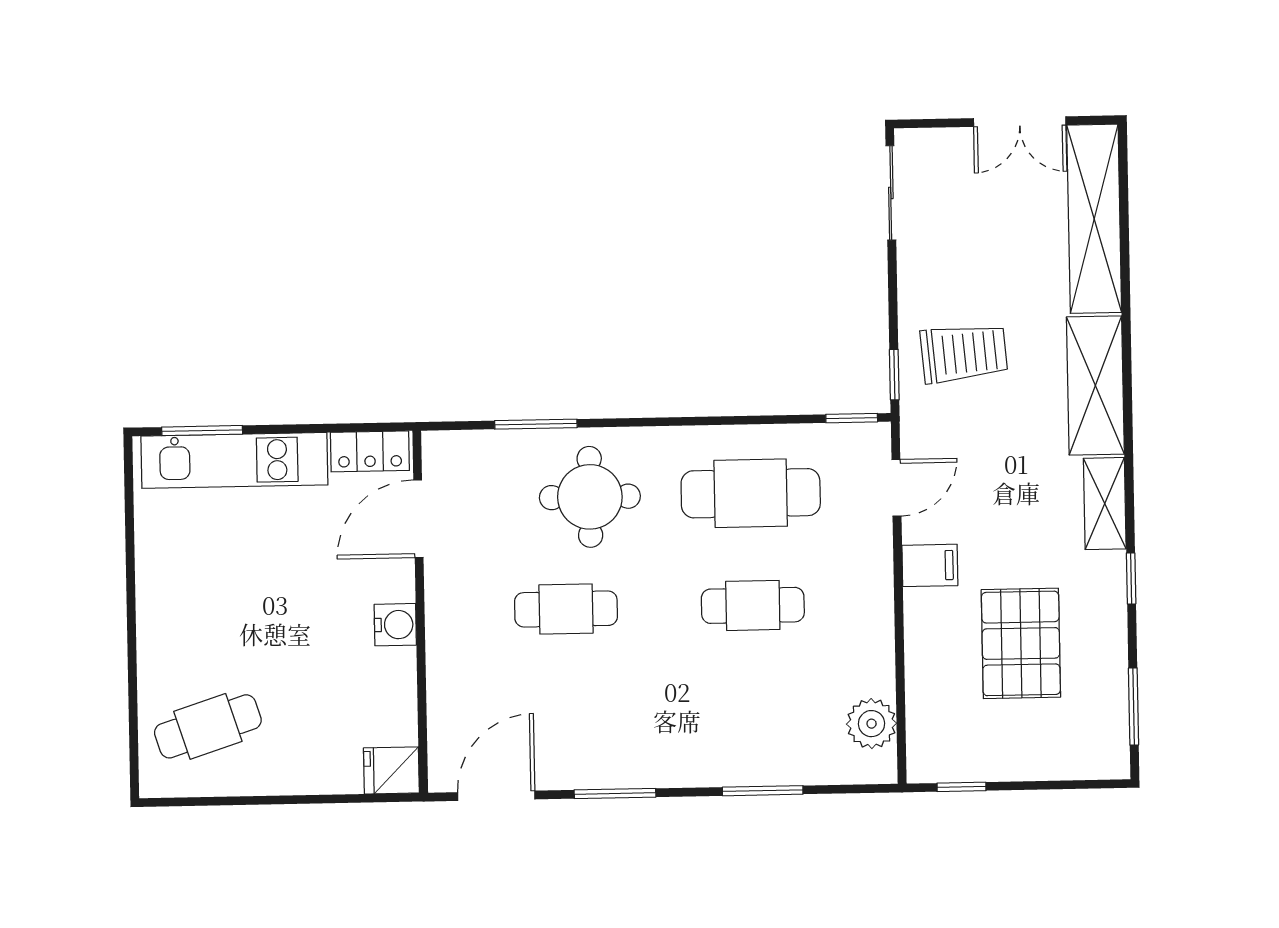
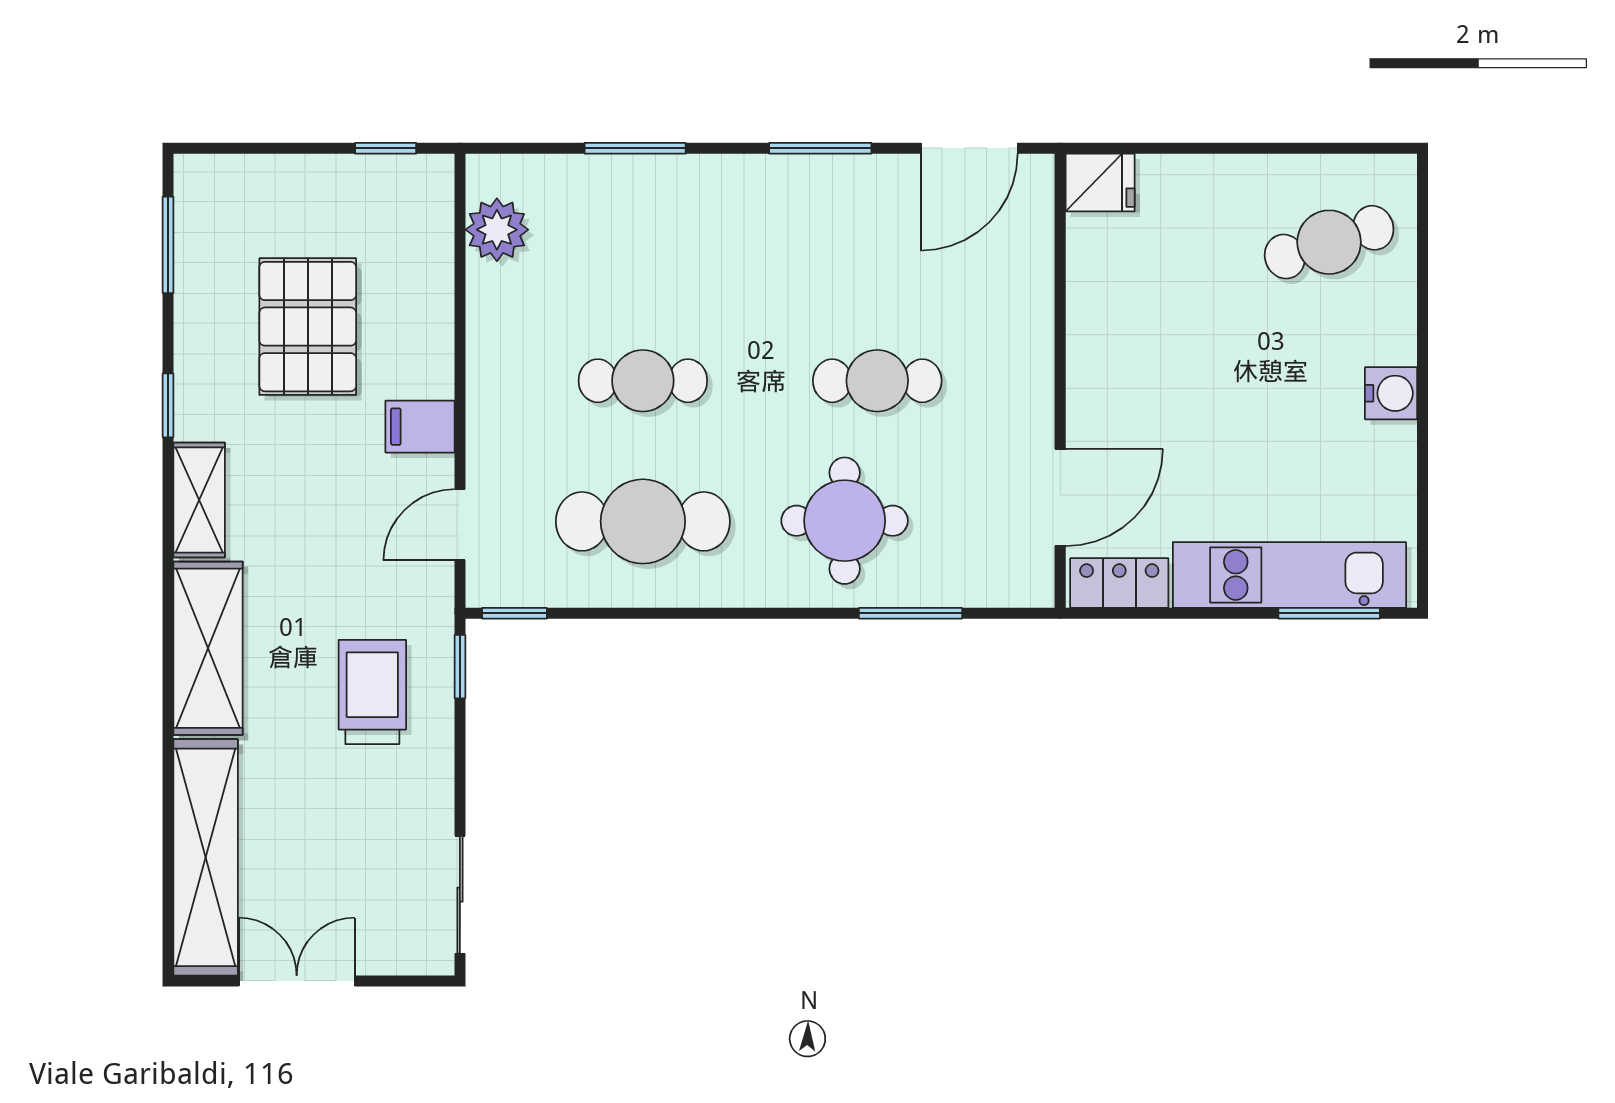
trolley: (964, 353) -> (372, 692), turned 95
water cooler: (395, 625) -> (1391, 393), moved, turned 180

